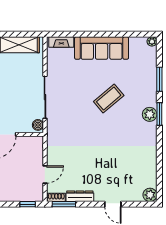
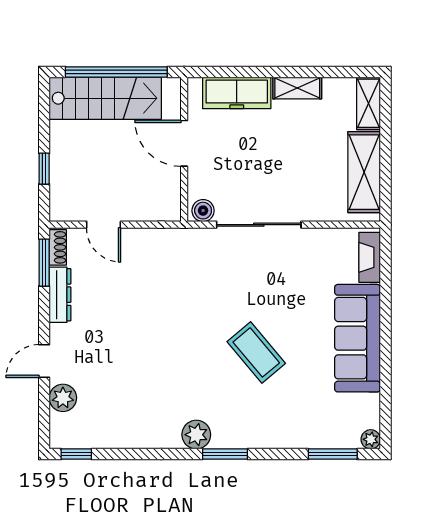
window: (159, 79) -> (333, 454), moved
plant: (150, 114) -> (196, 435), moved
window: (159, 188) -> (76, 454), added
plant: (150, 195) -> (63, 398), moved
window: (28, 204) -> (44, 169), moved

